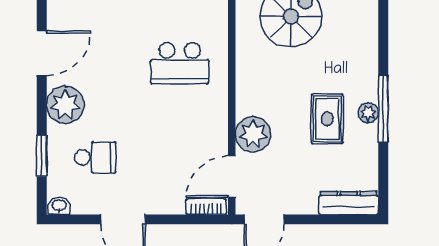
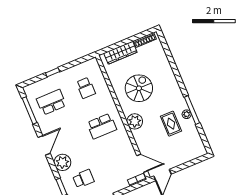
plant: (253, 134) -> (135, 121), moved
door: (232, 177) -> (142, 163), swing flipped
dresser: (349, 203) -> (194, 154), removed

